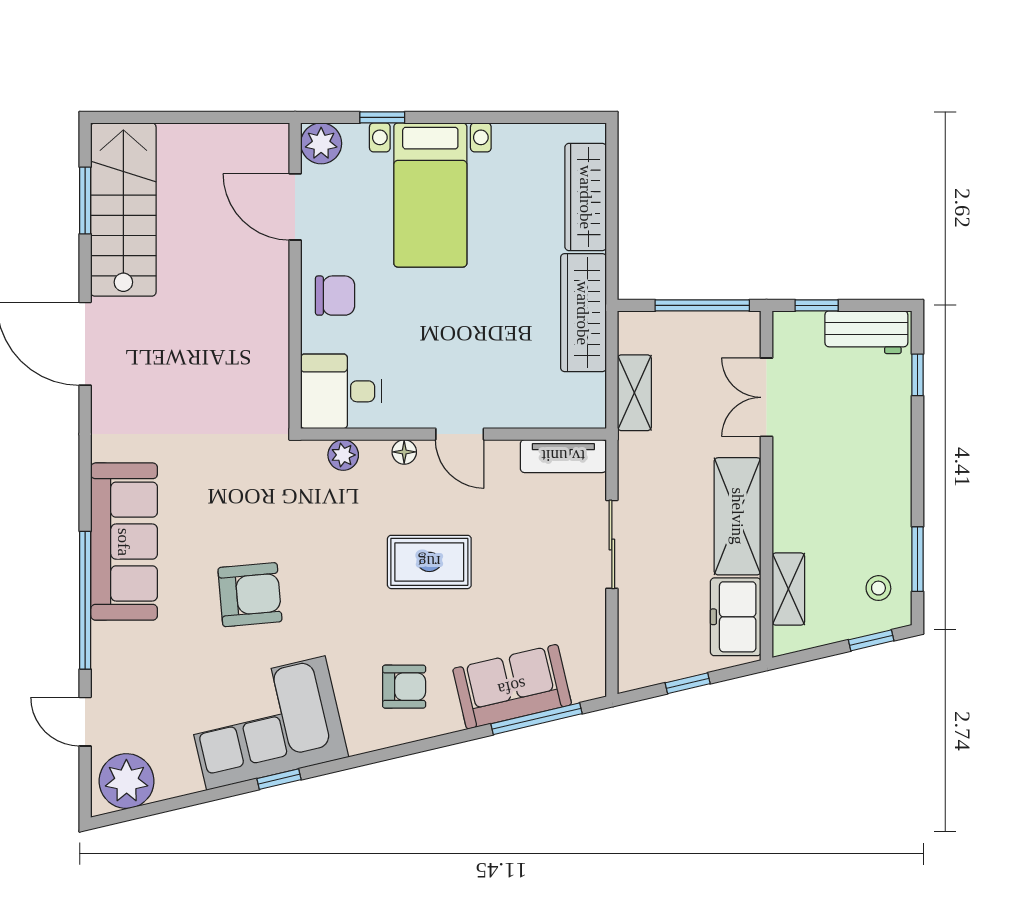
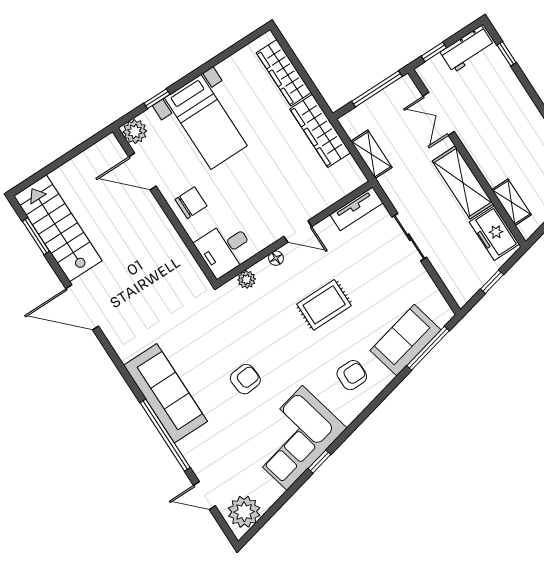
armchair: (250, 595) -> (245, 379), width x0.72, depth x0.72

